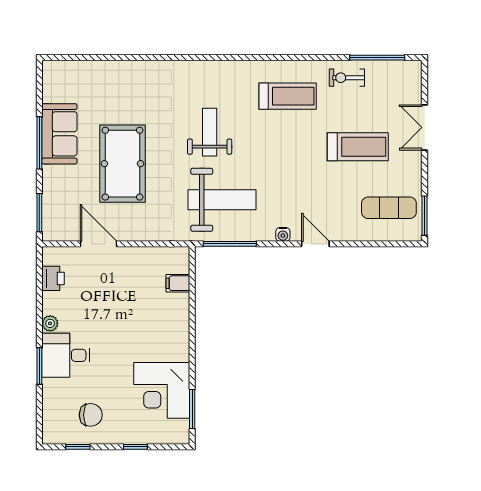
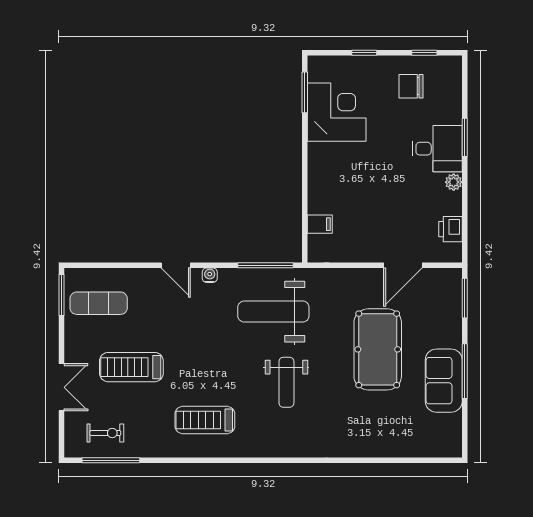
exercise bike: (347, 78) -> (105, 433), moved
door: (98, 244) -> (403, 265), hinge flipped

